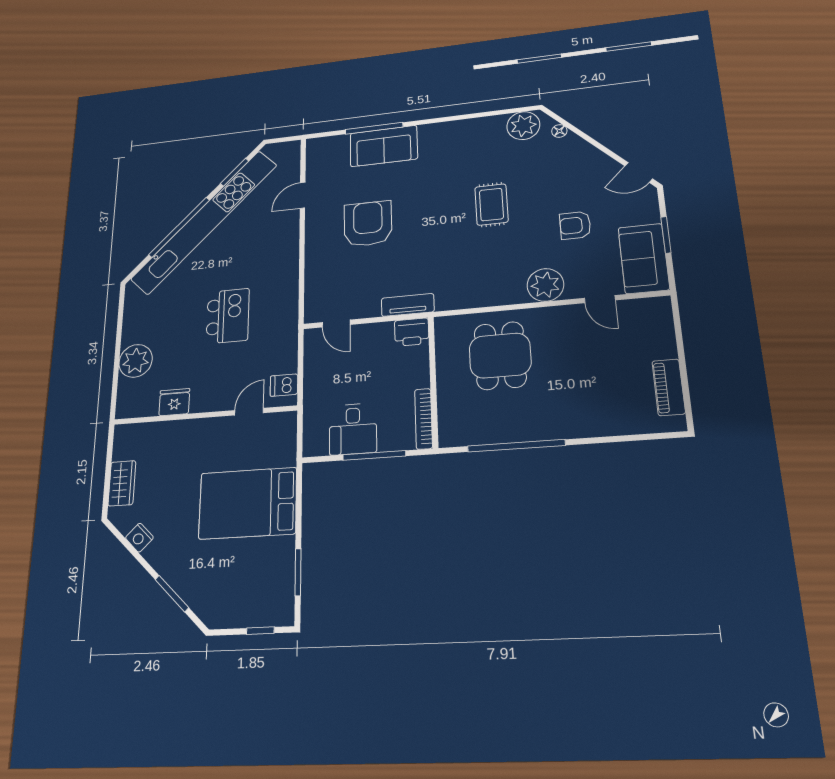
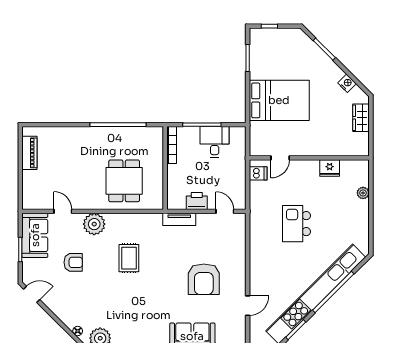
rug: (491, 205) -> (129, 258), moved
printer: (412, 332) -> (197, 201), moved
plant: (136, 361) -> (363, 193), width x0.53, depth x0.53

